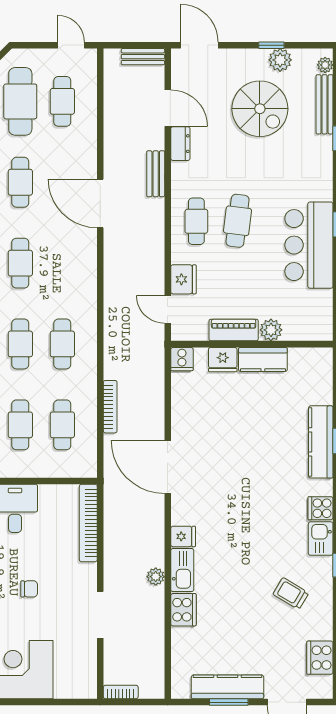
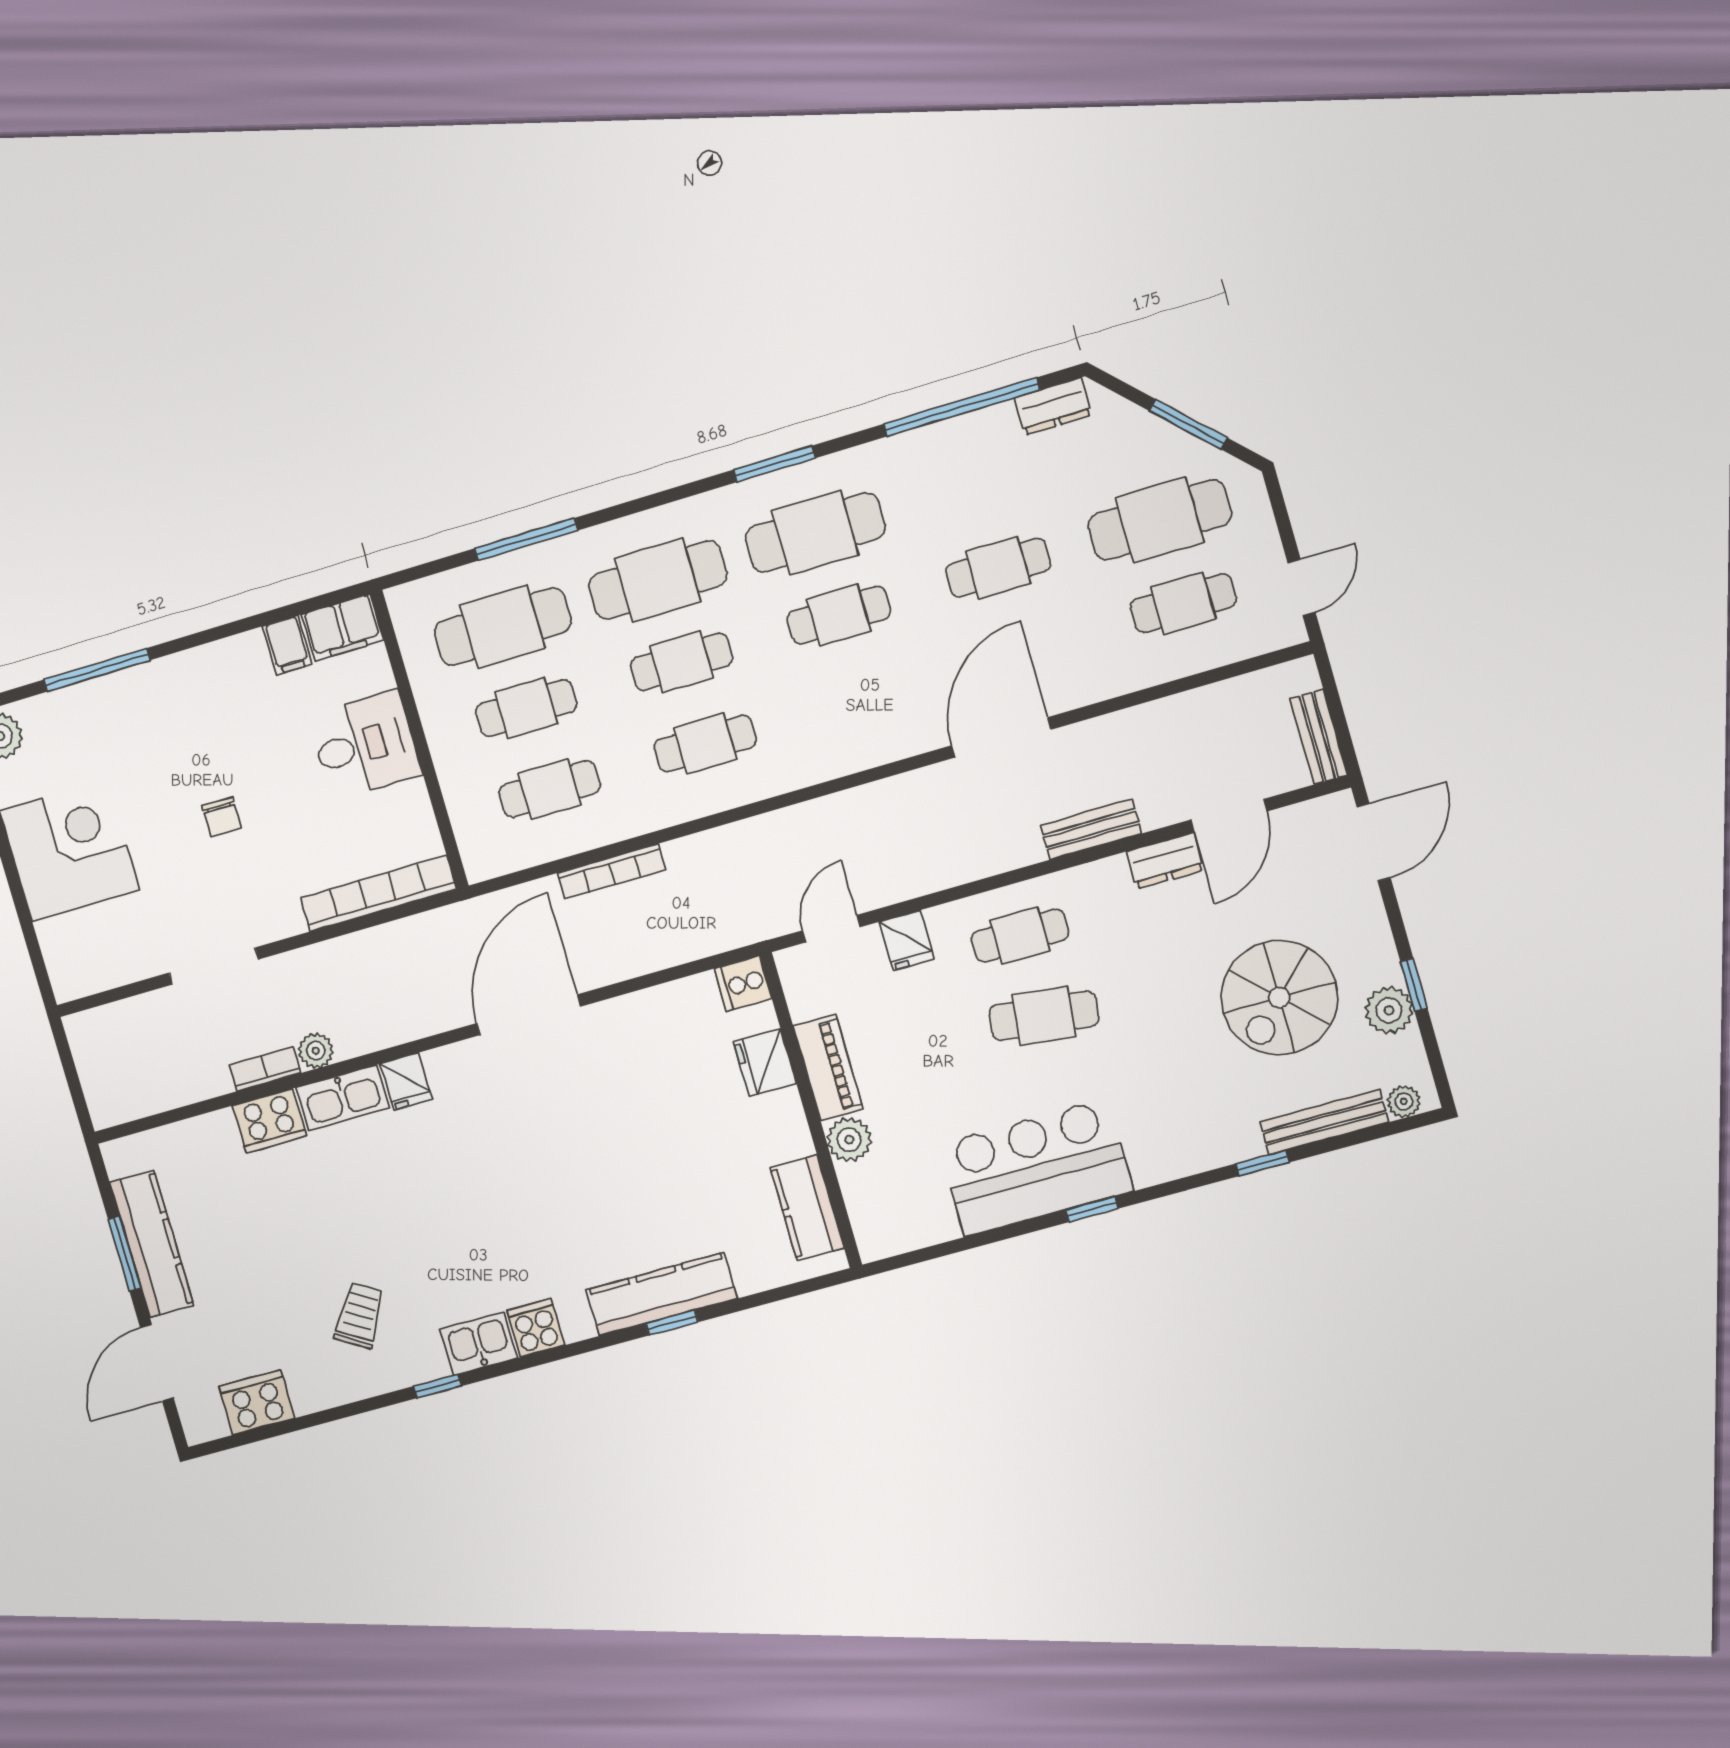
fridge: (183, 279) -> (907, 940), width x0.72
kitchen counter: (263, 359) -> (807, 1208), moved
bookcase: (121, 692) -> (265, 1069), moved, turned -90

